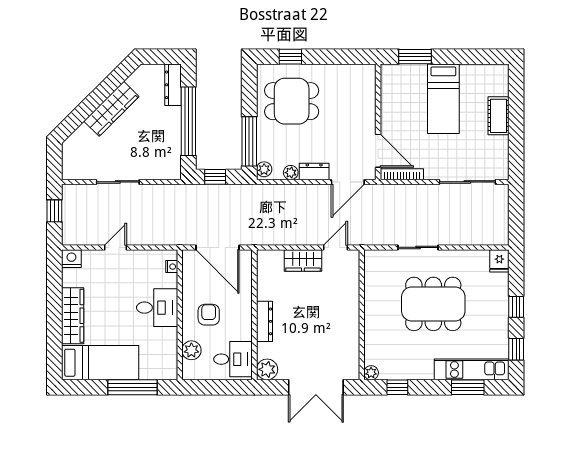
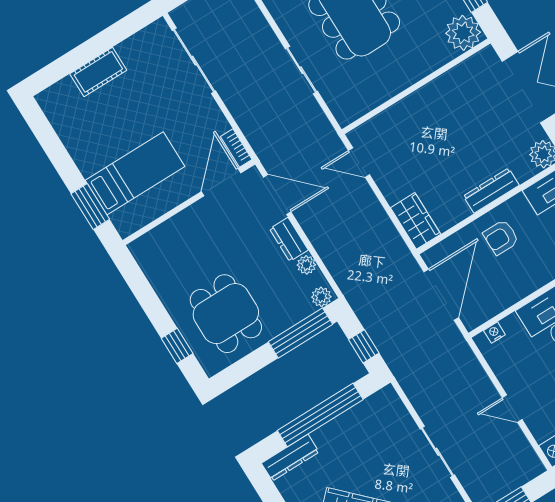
bed: (443, 99) -> (135, 173), moved
bookcase: (402, 174) -> (236, 148), width x0.64
wardrobe: (303, 261) -> (416, 221), moved
armchair: (209, 315) -> (501, 237), moved
plant: (371, 373) -> (463, 33), width x1.88, depth x1.88

